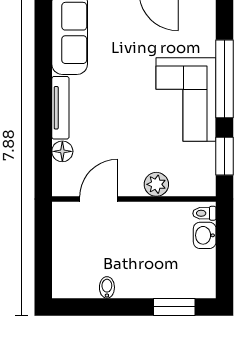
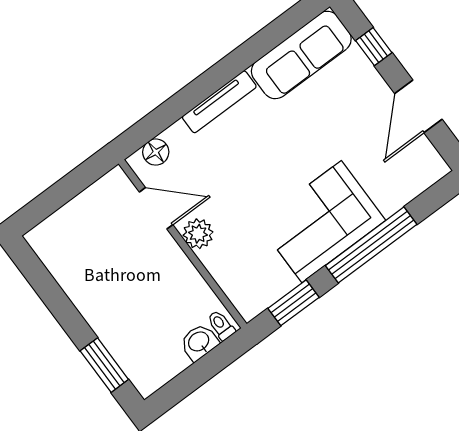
floor lamp: (62, 151) -> (156, 152), moved
plant: (156, 184) -> (198, 234), moved
bidet: (107, 287) -> (74, 283), removed

